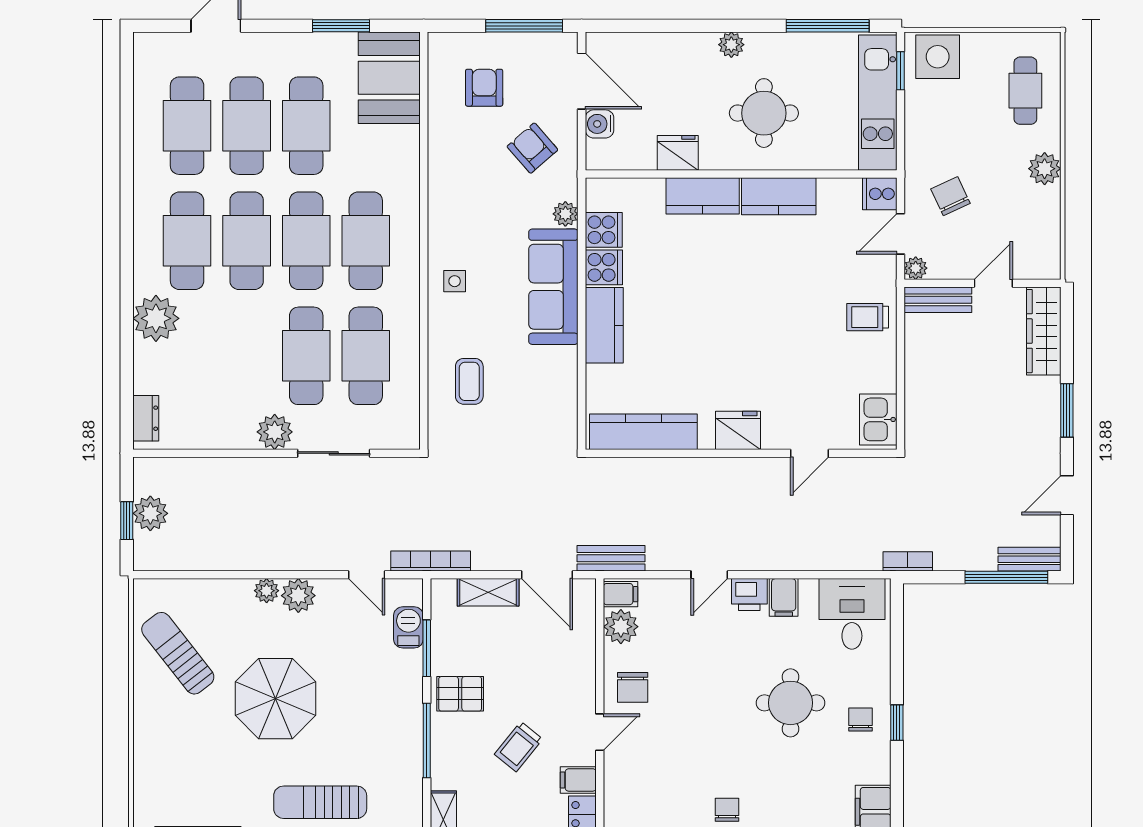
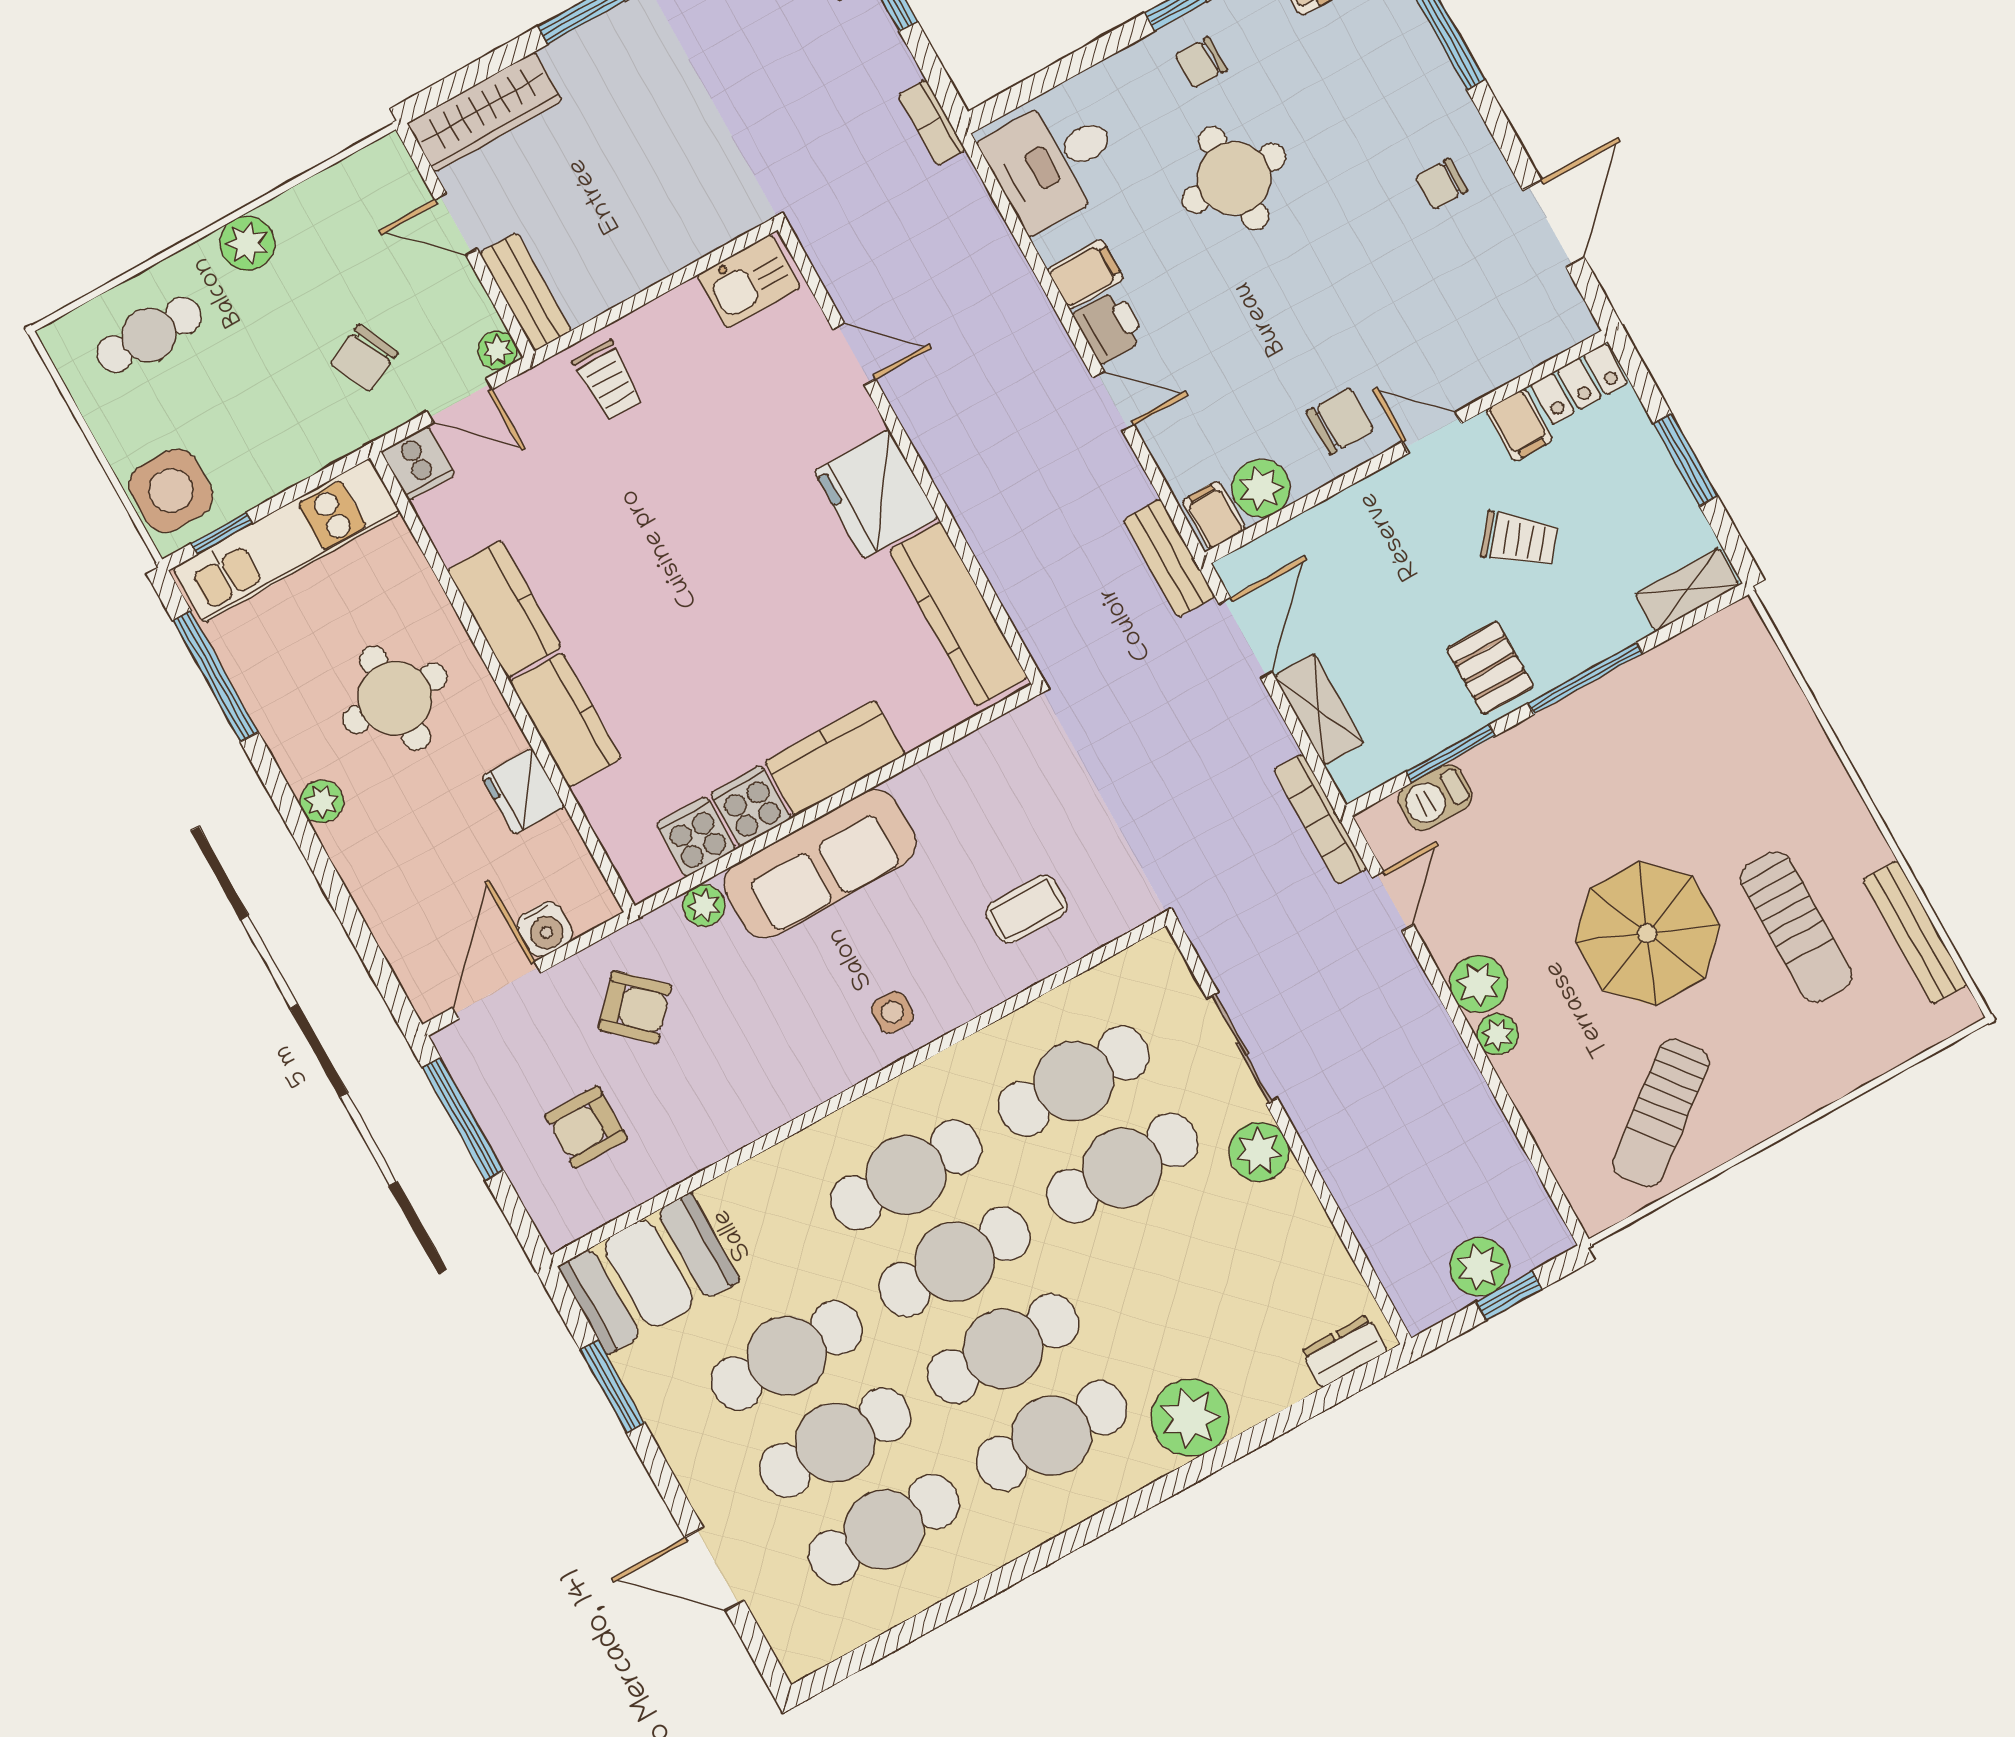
armchair: (532, 148) -> (635, 1007), turned -96
fridge: (738, 430) -> (876, 494), width x1.36, depth x1.34
sun lounger: (320, 802) -> (1796, 927), moved

